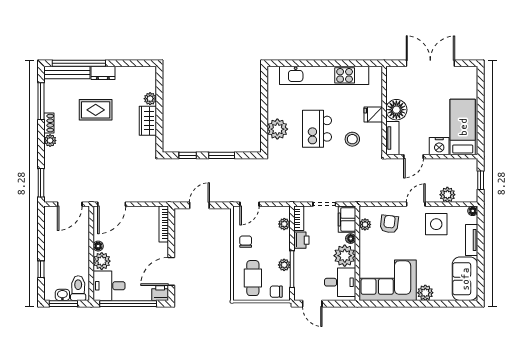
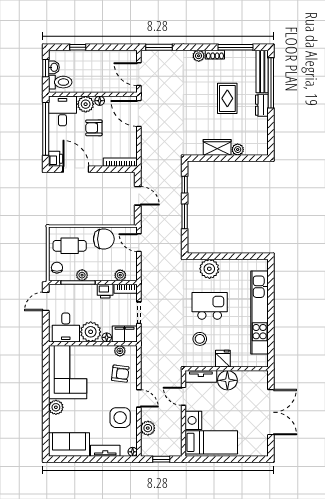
chair: (246, 242) -> (104, 239), width x1.87, depth x1.87
armchair: (127, 252) -> (94, 128), added
window: (63, 304) -> (46, 68), width x0.67

